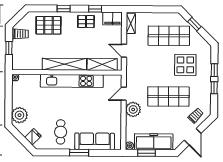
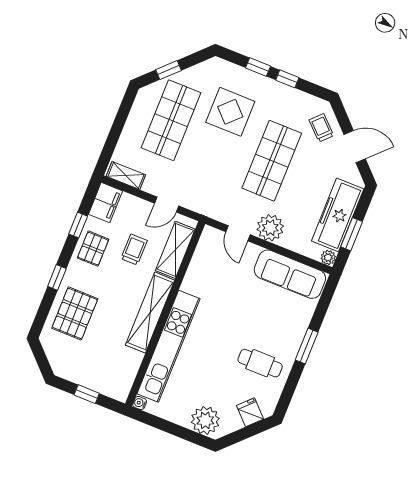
trolley: (21, 34) -> (134, 250), moved
kitchen unit: (72, 81) -> (168, 346), moved
sofa: (95, 141) -> (290, 274), moved, turned -90

